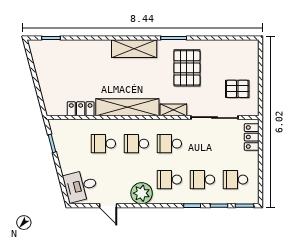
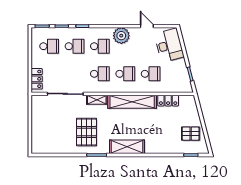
pallet: (237, 89) -> (191, 134), moved
desk: (81, 186) -> (169, 45), width x1.37

